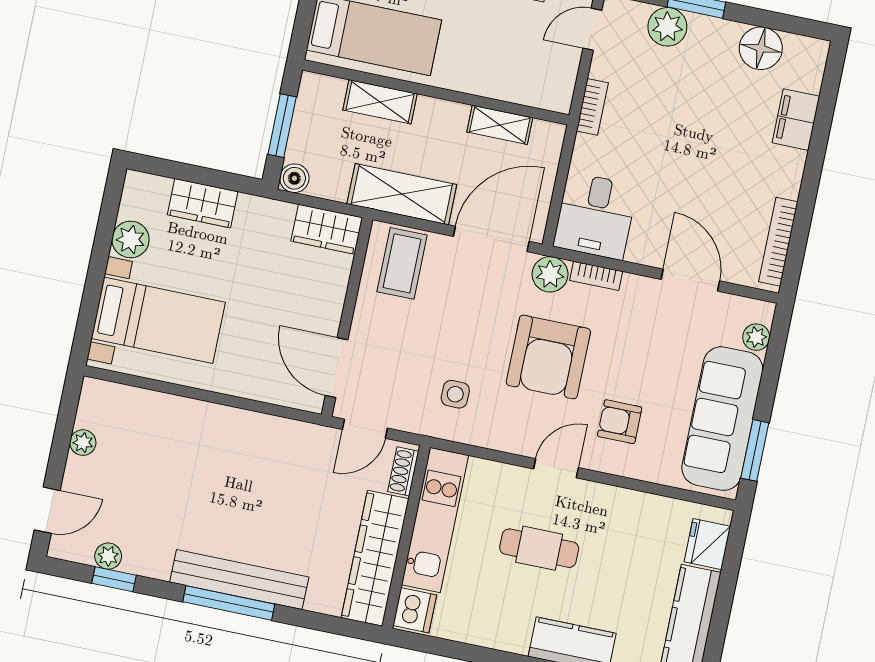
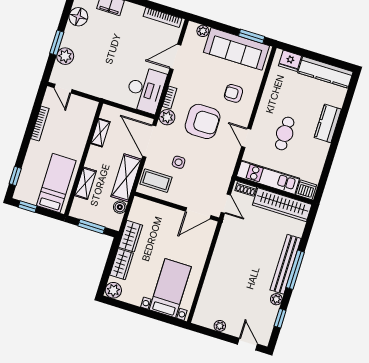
bookcase: (592, 107) -> (97, 92), removed
boiler: (294, 178) -> (120, 207), moved
desk: (595, 216) -> (145, 90), width x1.37
wardrobe: (327, 229) -> (130, 236), moved
plant: (131, 239) -> (113, 290), moved
side table: (455, 394) -> (179, 162), moved
armchair: (620, 422) -> (233, 93), turned 89
door: (556, 468) -> (246, 138), moved
plant: (108, 556) -> (276, 299), moved

